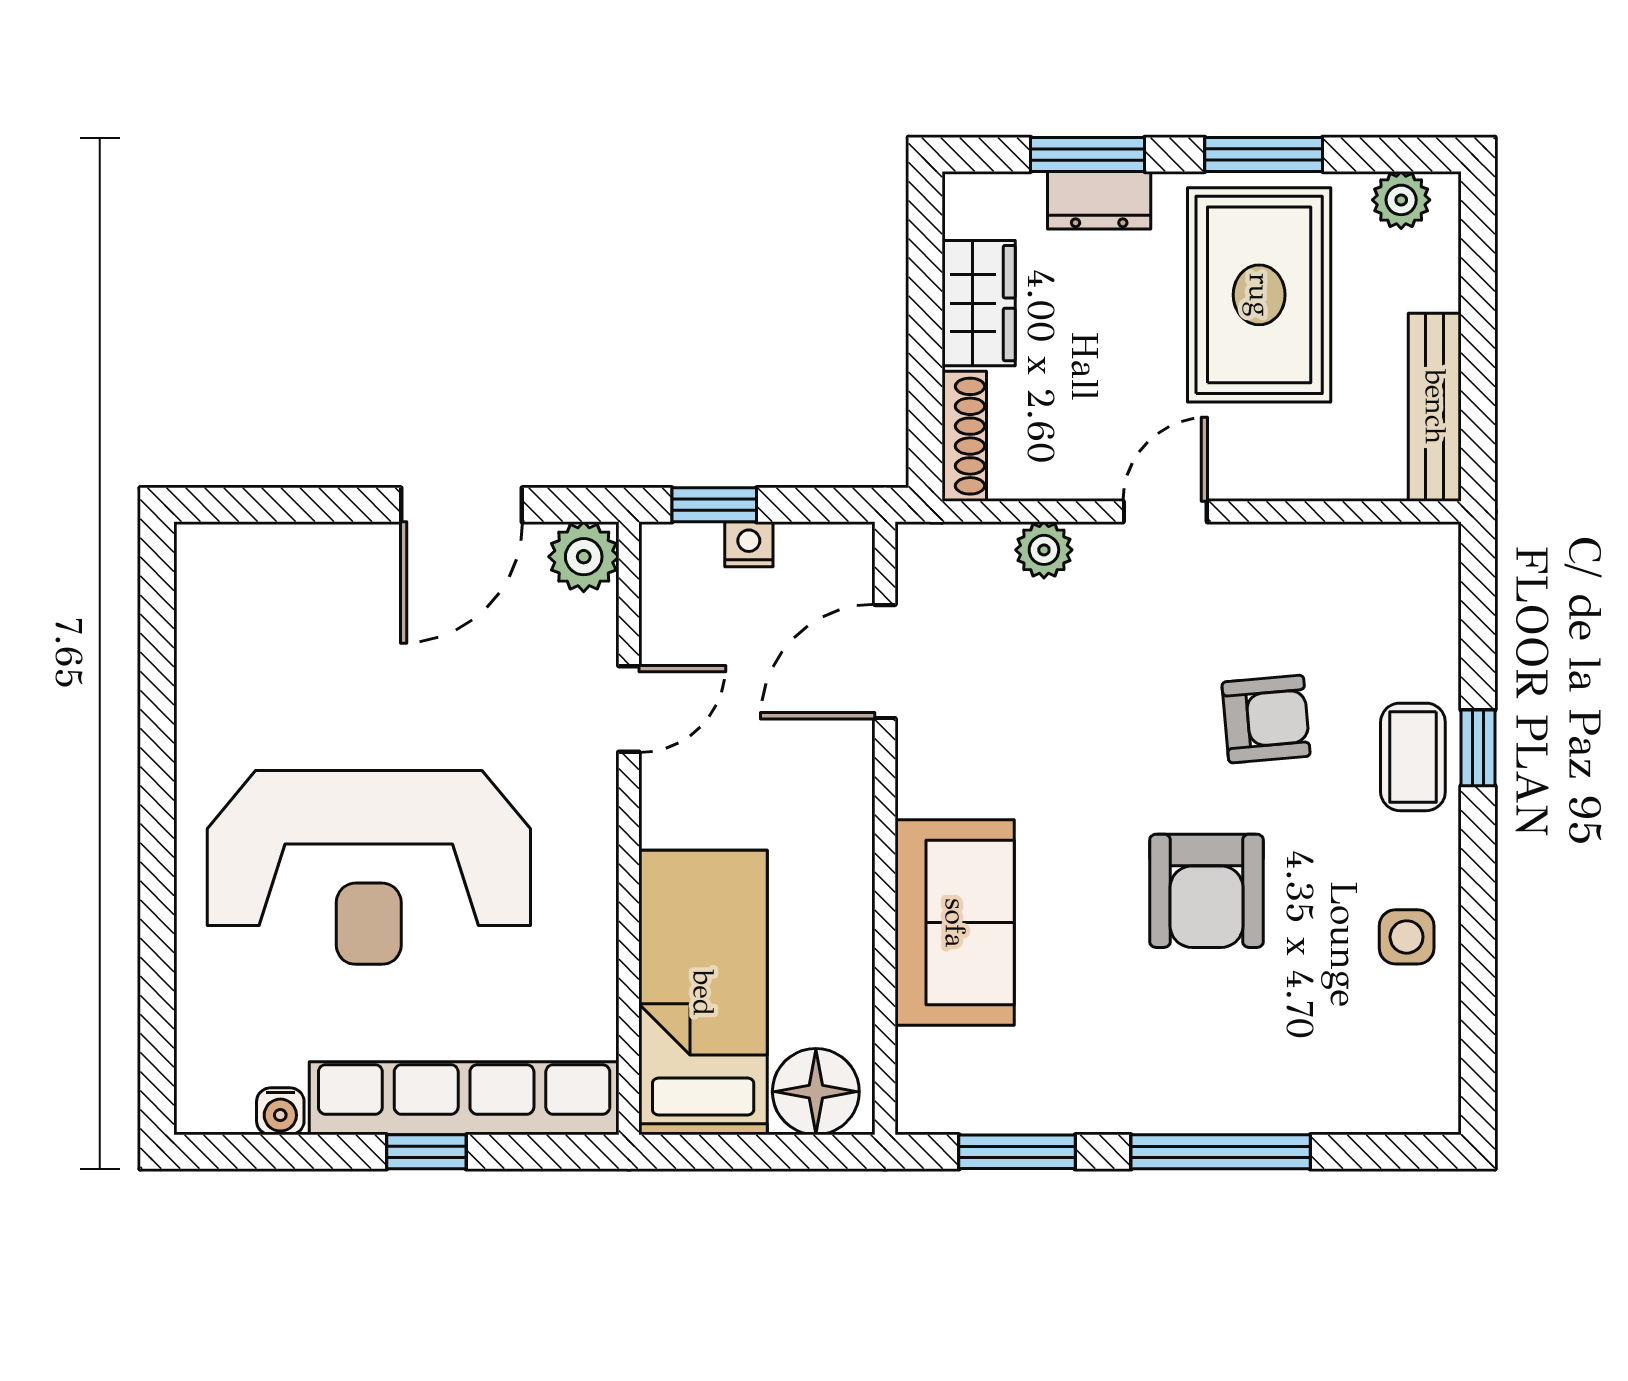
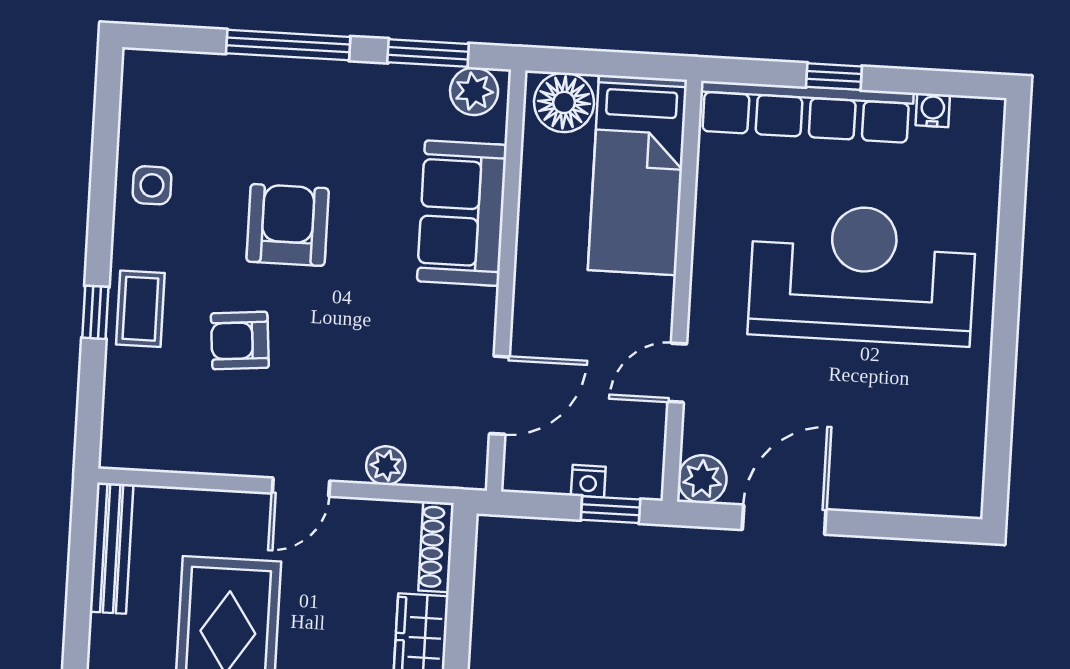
plant: (947, 1100) -> (474, 91), added

